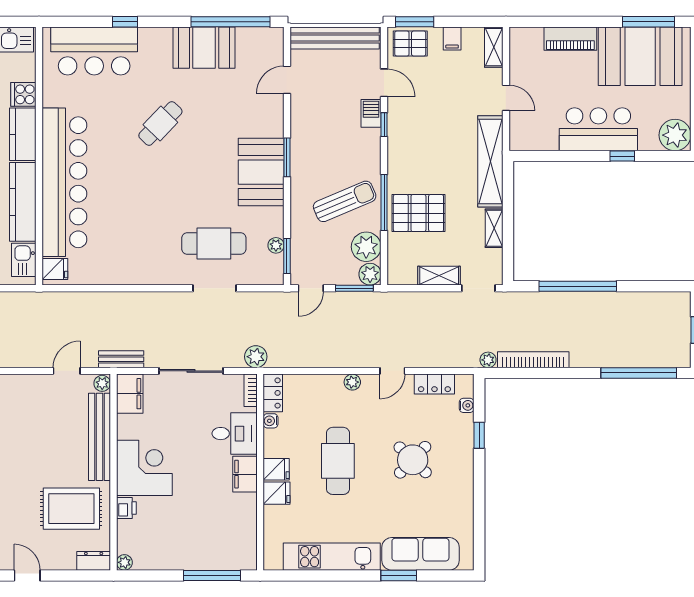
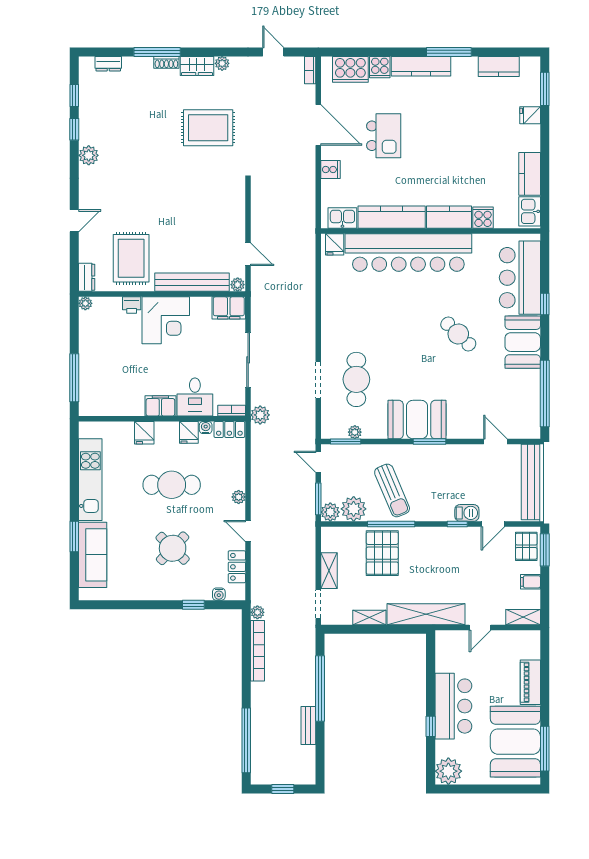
booth: (204, 48) -> (523, 342), moved
bench: (121, 359) -> (308, 725), moved
fridge: (276, 469) -> (189, 432), moved

